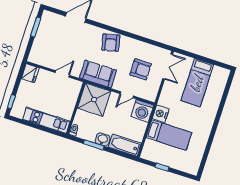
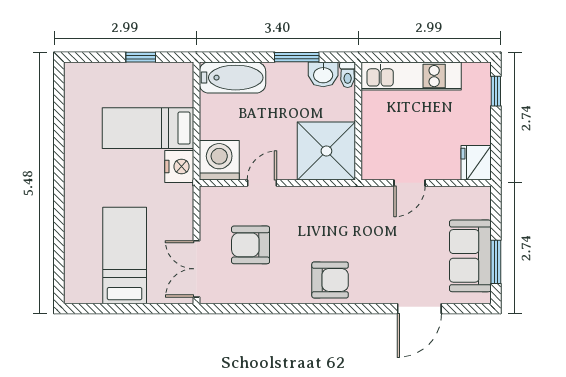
armchair: (111, 43) -> (330, 280), turned 103
sofa: (98, 74) -> (470, 256), moved, turned 90
washbasin: (103, 139) -> (323, 74), moved

